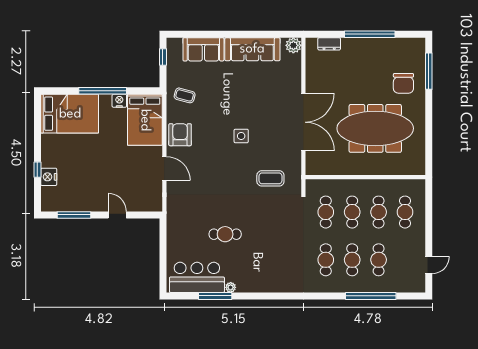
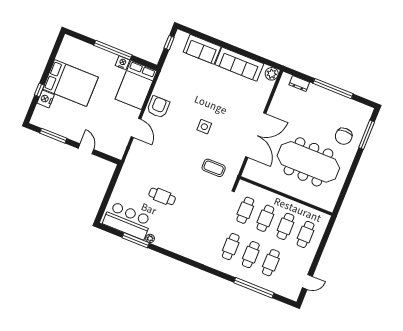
coffee table: (185, 95) -> (174, 79), removed
bed: (70, 114) -> (70, 83), moved

